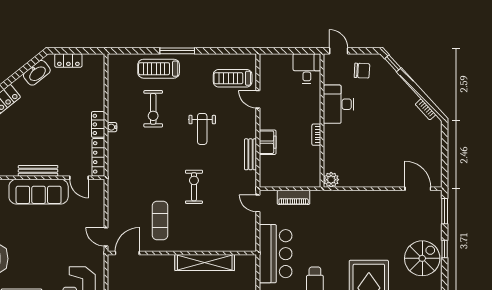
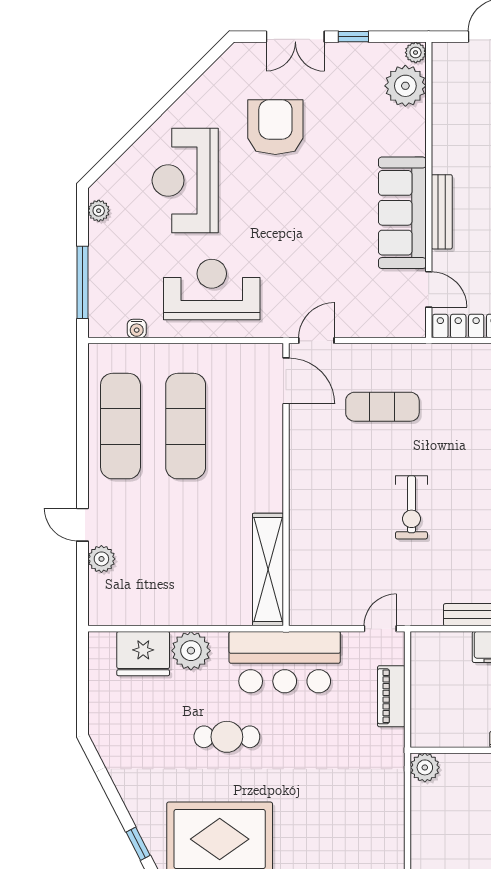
door: (79, 178) -> (429, 289), swing flipped
exercise bike: (194, 187) -> (411, 507), turned 90
exercise mat: (160, 221) -> (382, 407), moved
shelving: (205, 262) -> (268, 570), moved

